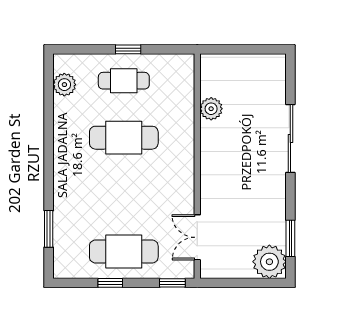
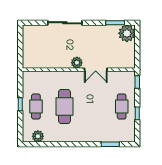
plant: (211, 109) -> (77, 63), moved
double door: (197, 237) -> (96, 70), moved
cafe table: (124, 252) -> (122, 106), width x0.73, depth x0.74

